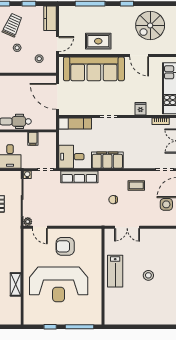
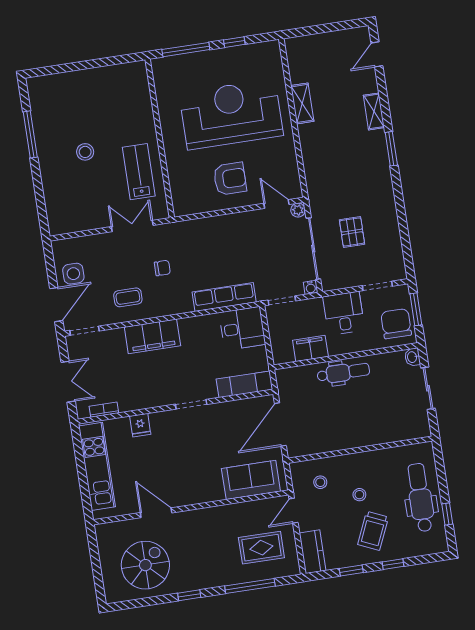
rug: (98, 41) -> (261, 548), moved
sofa: (94, 69) -> (251, 480), width x0.54, depth x0.79
door: (58, 96) -> (280, 424), swing flipped
filing cabinet: (33, 139) -> (310, 348), width x2.00
filing cabinet: (107, 160) -> (152, 336), moved
lab bench: (115, 271) -> (139, 172), moved

